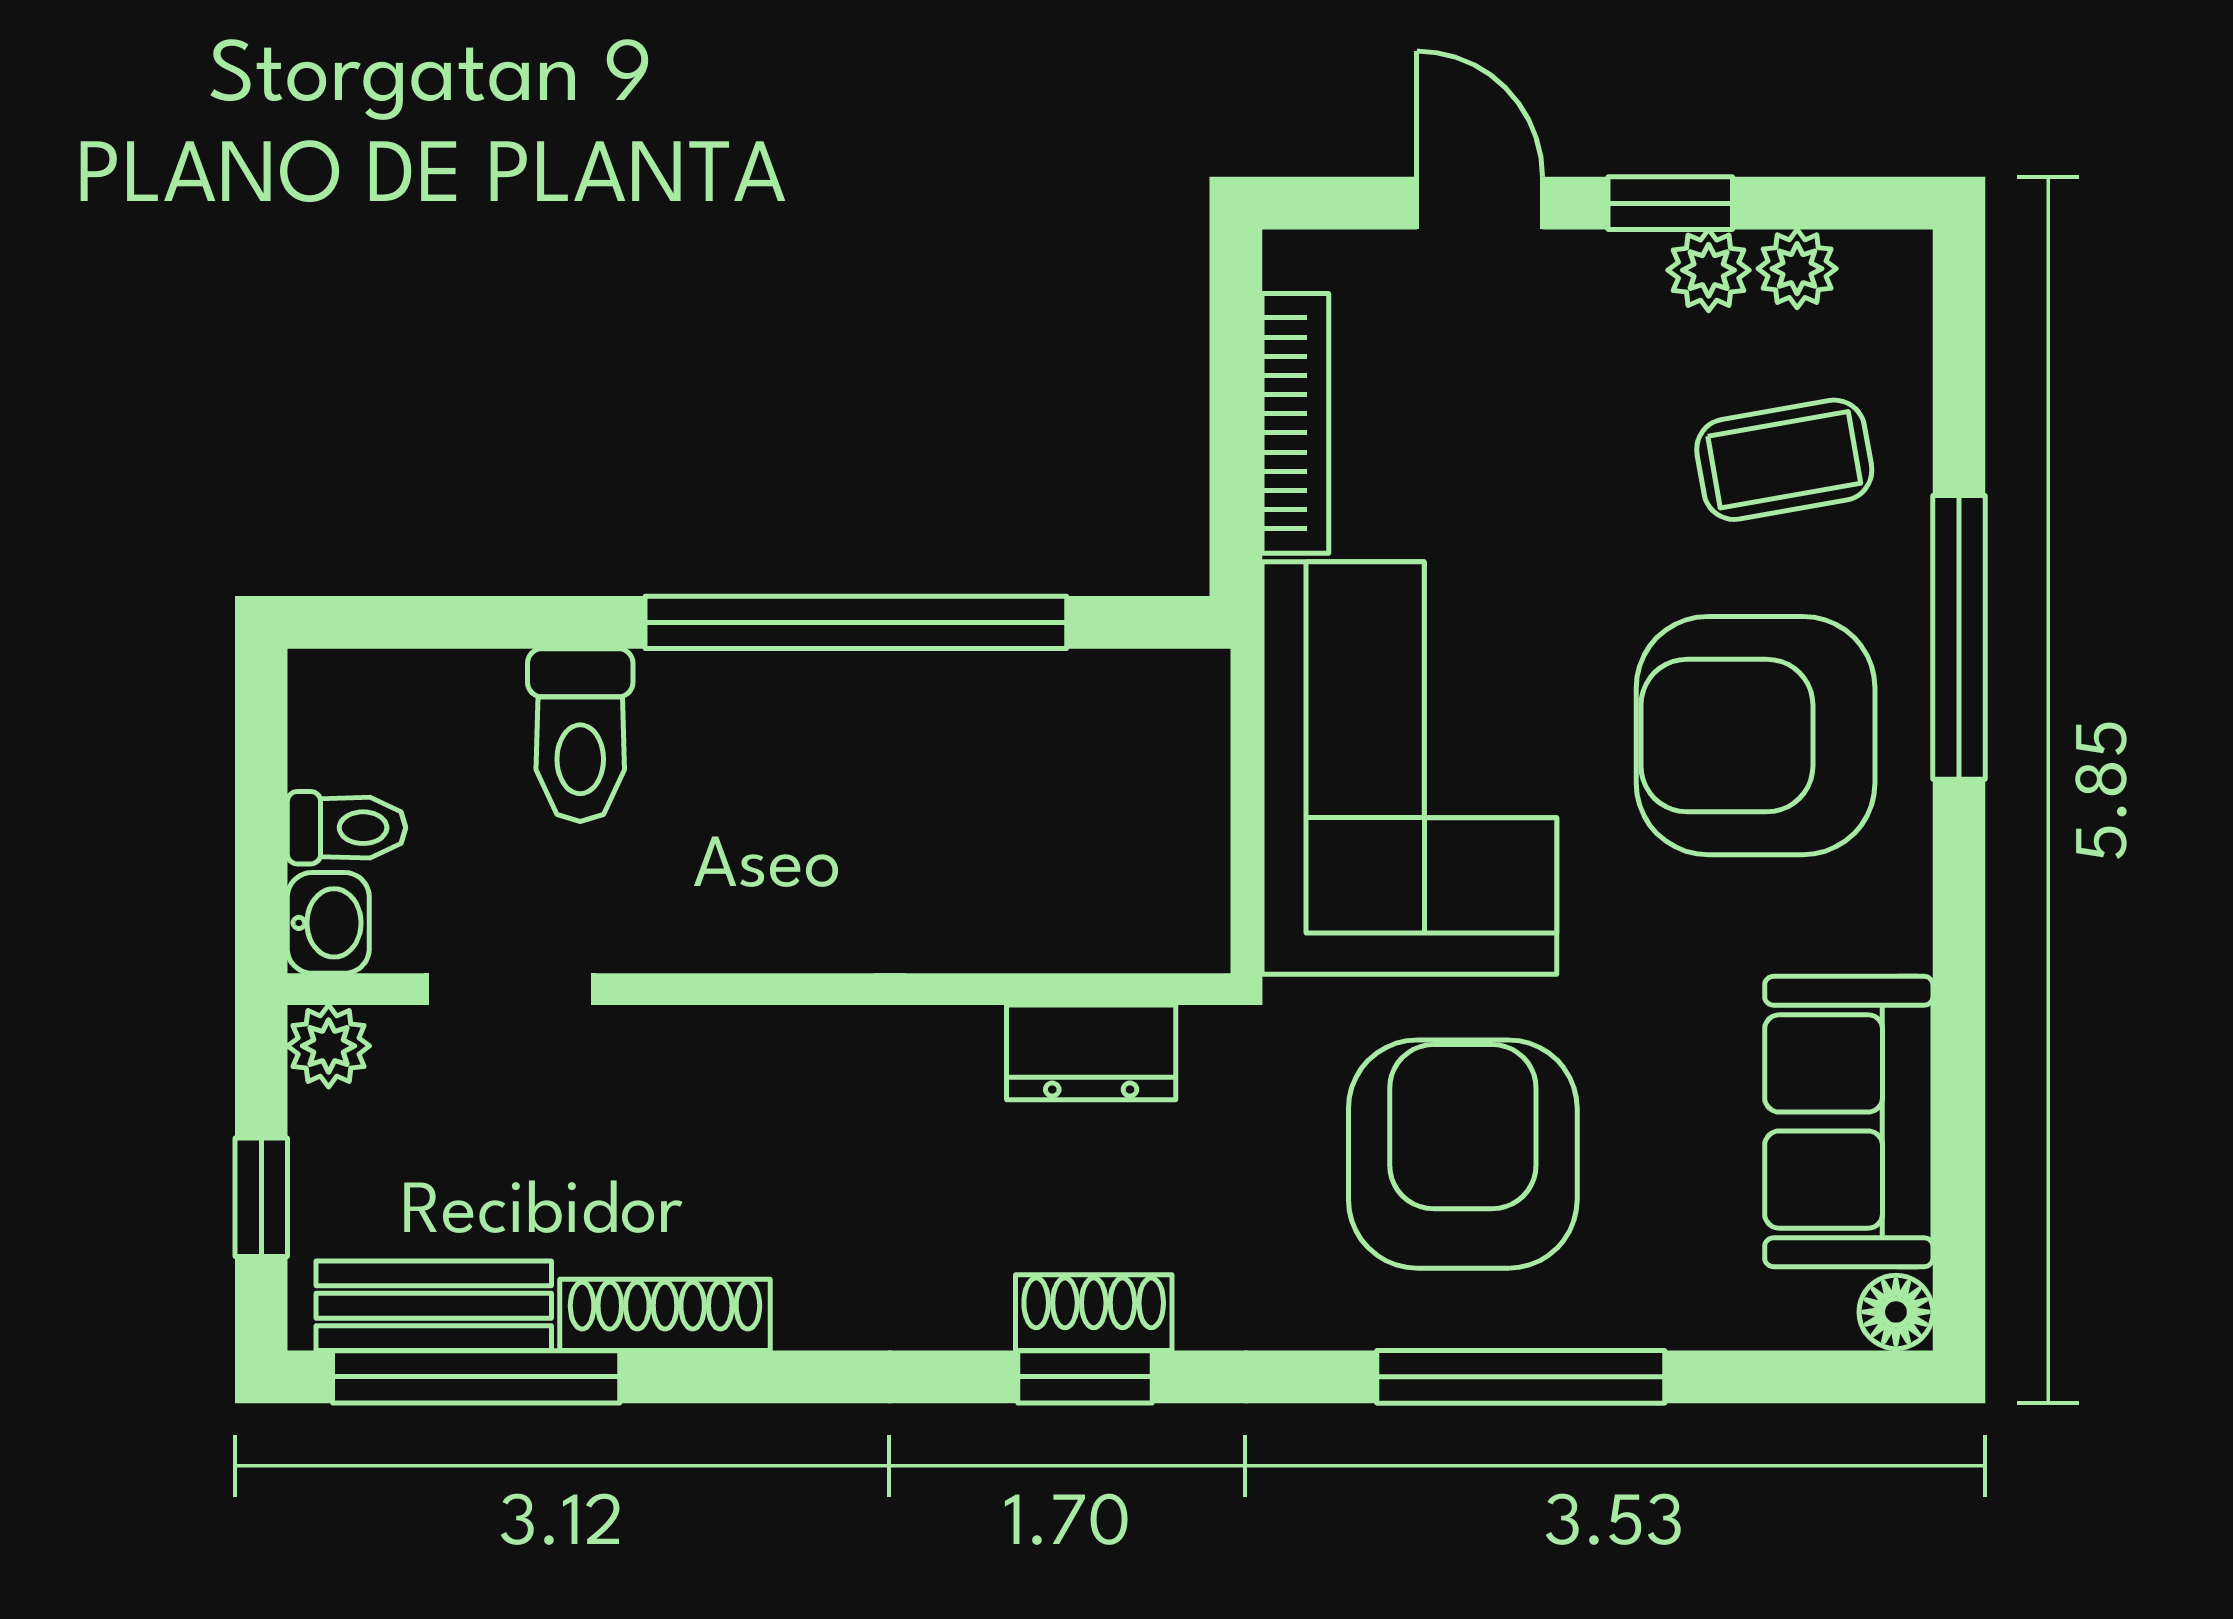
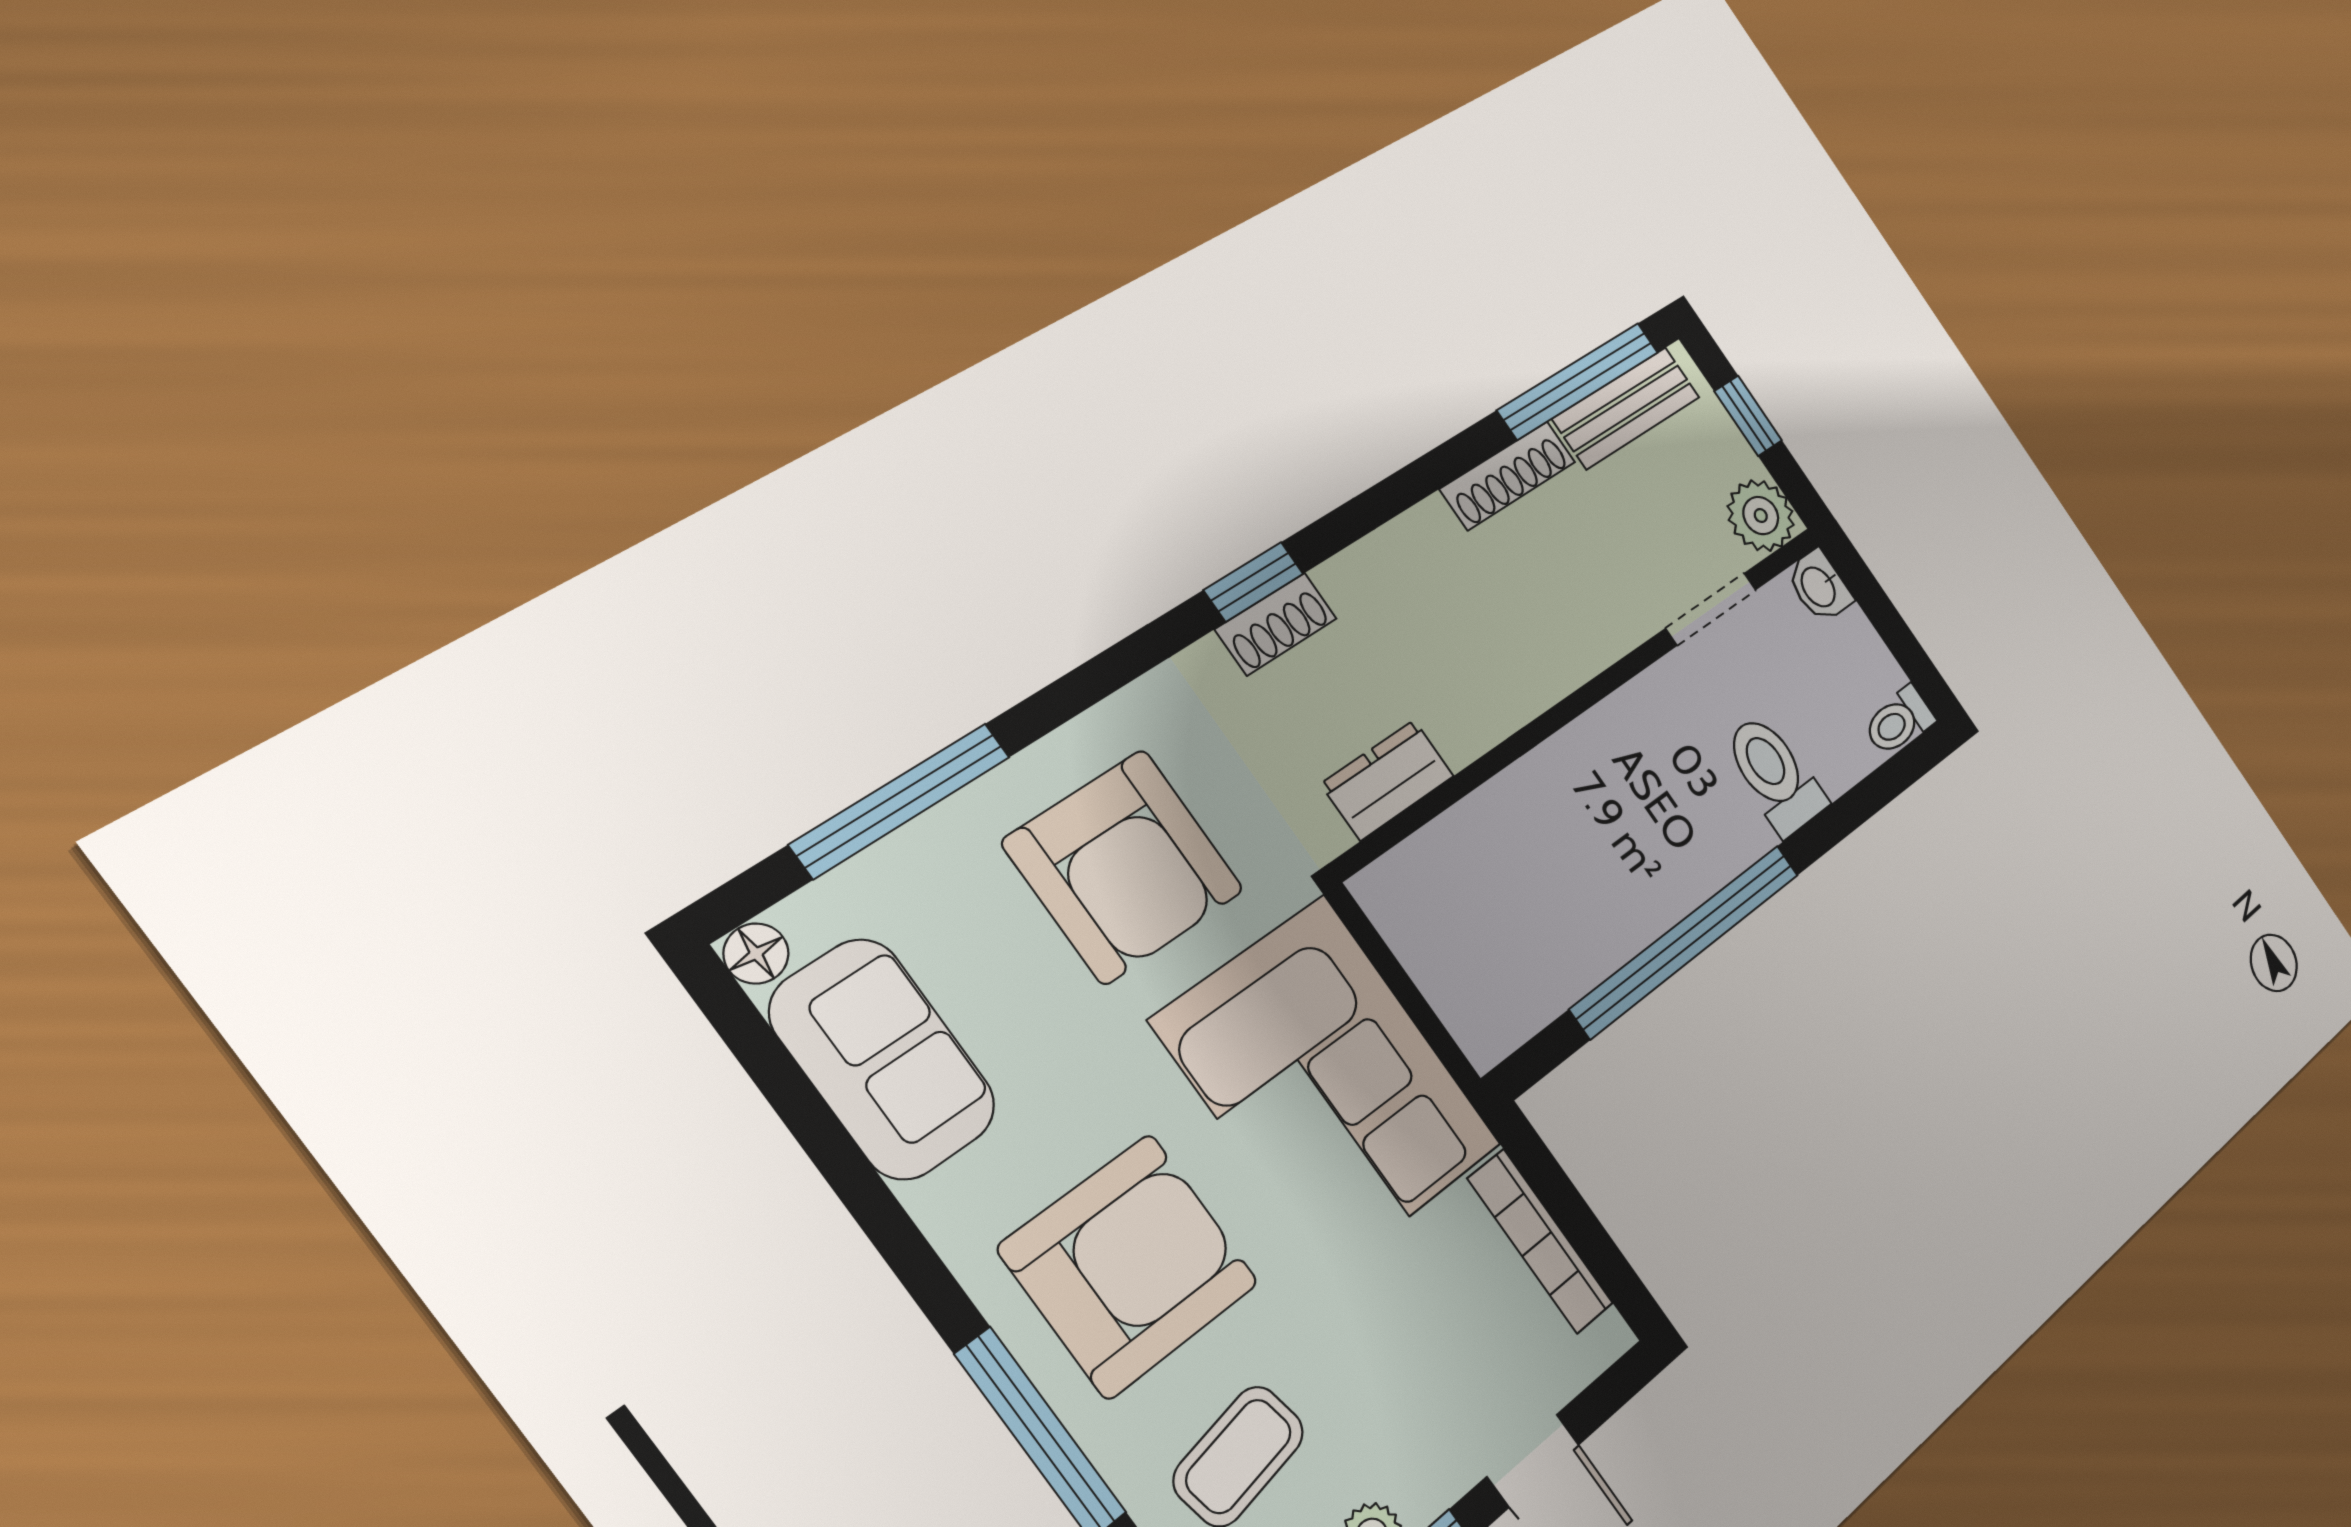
toilet: (347, 828) -> (1899, 721), moved
plant: (329, 1046) -> (1761, 516), width x1.38, depth x1.38
window: (1521, 1377) -> (901, 800), moved

